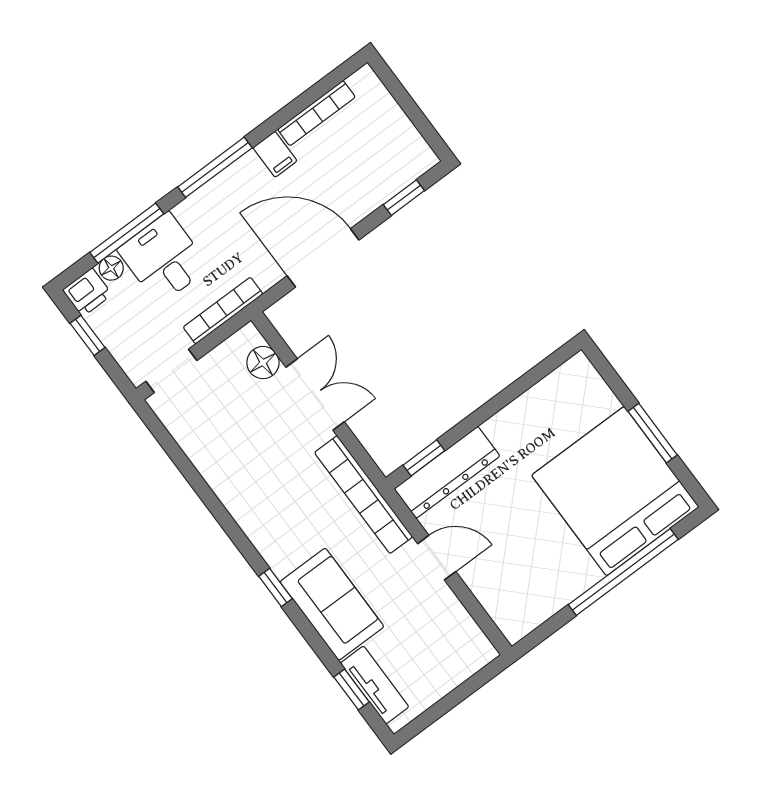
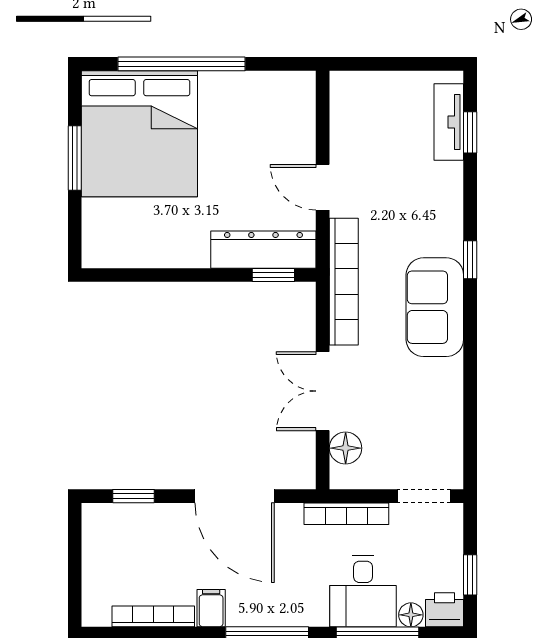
sofa: (332, 604) -> (435, 307), moved

